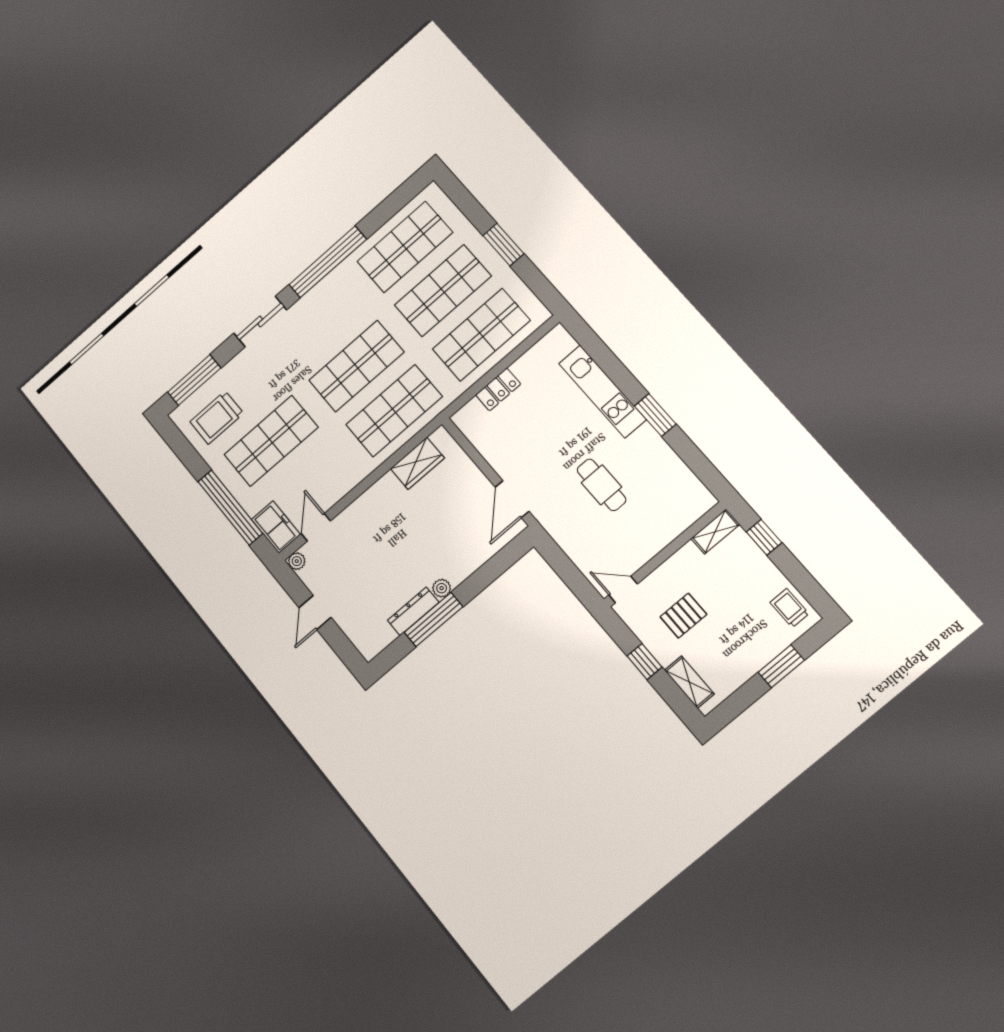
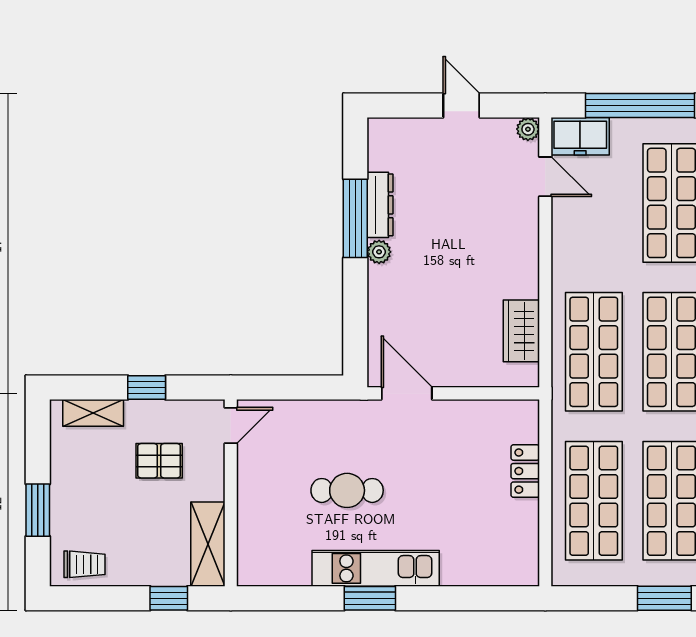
kitchen unit: (602, 391) -> (376, 568), moved
shelving: (715, 532) -> (208, 544), width x1.50, depth x1.33
pallet: (683, 616) -> (159, 461), turned 90

